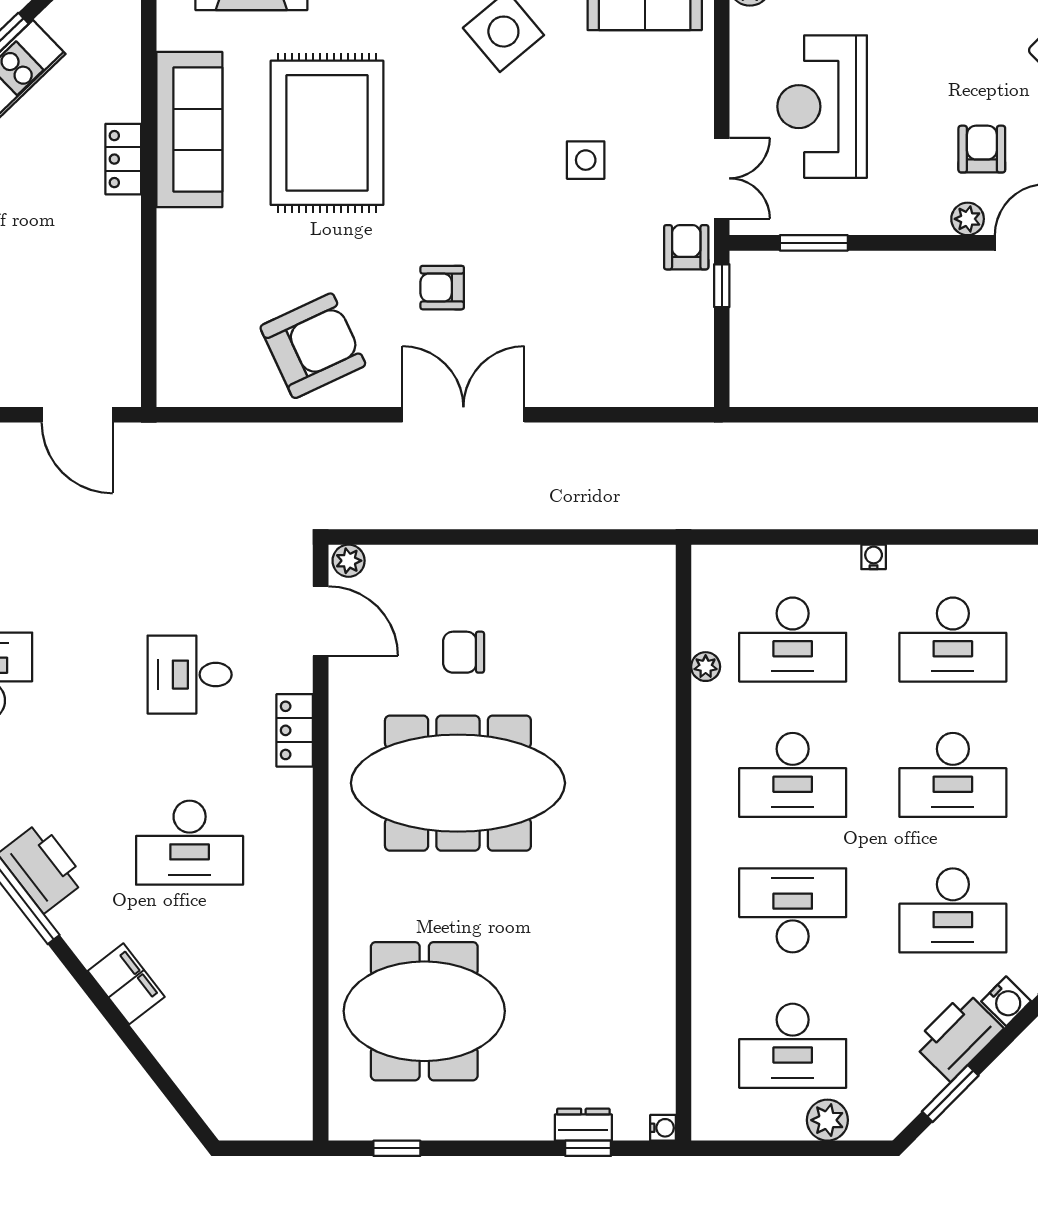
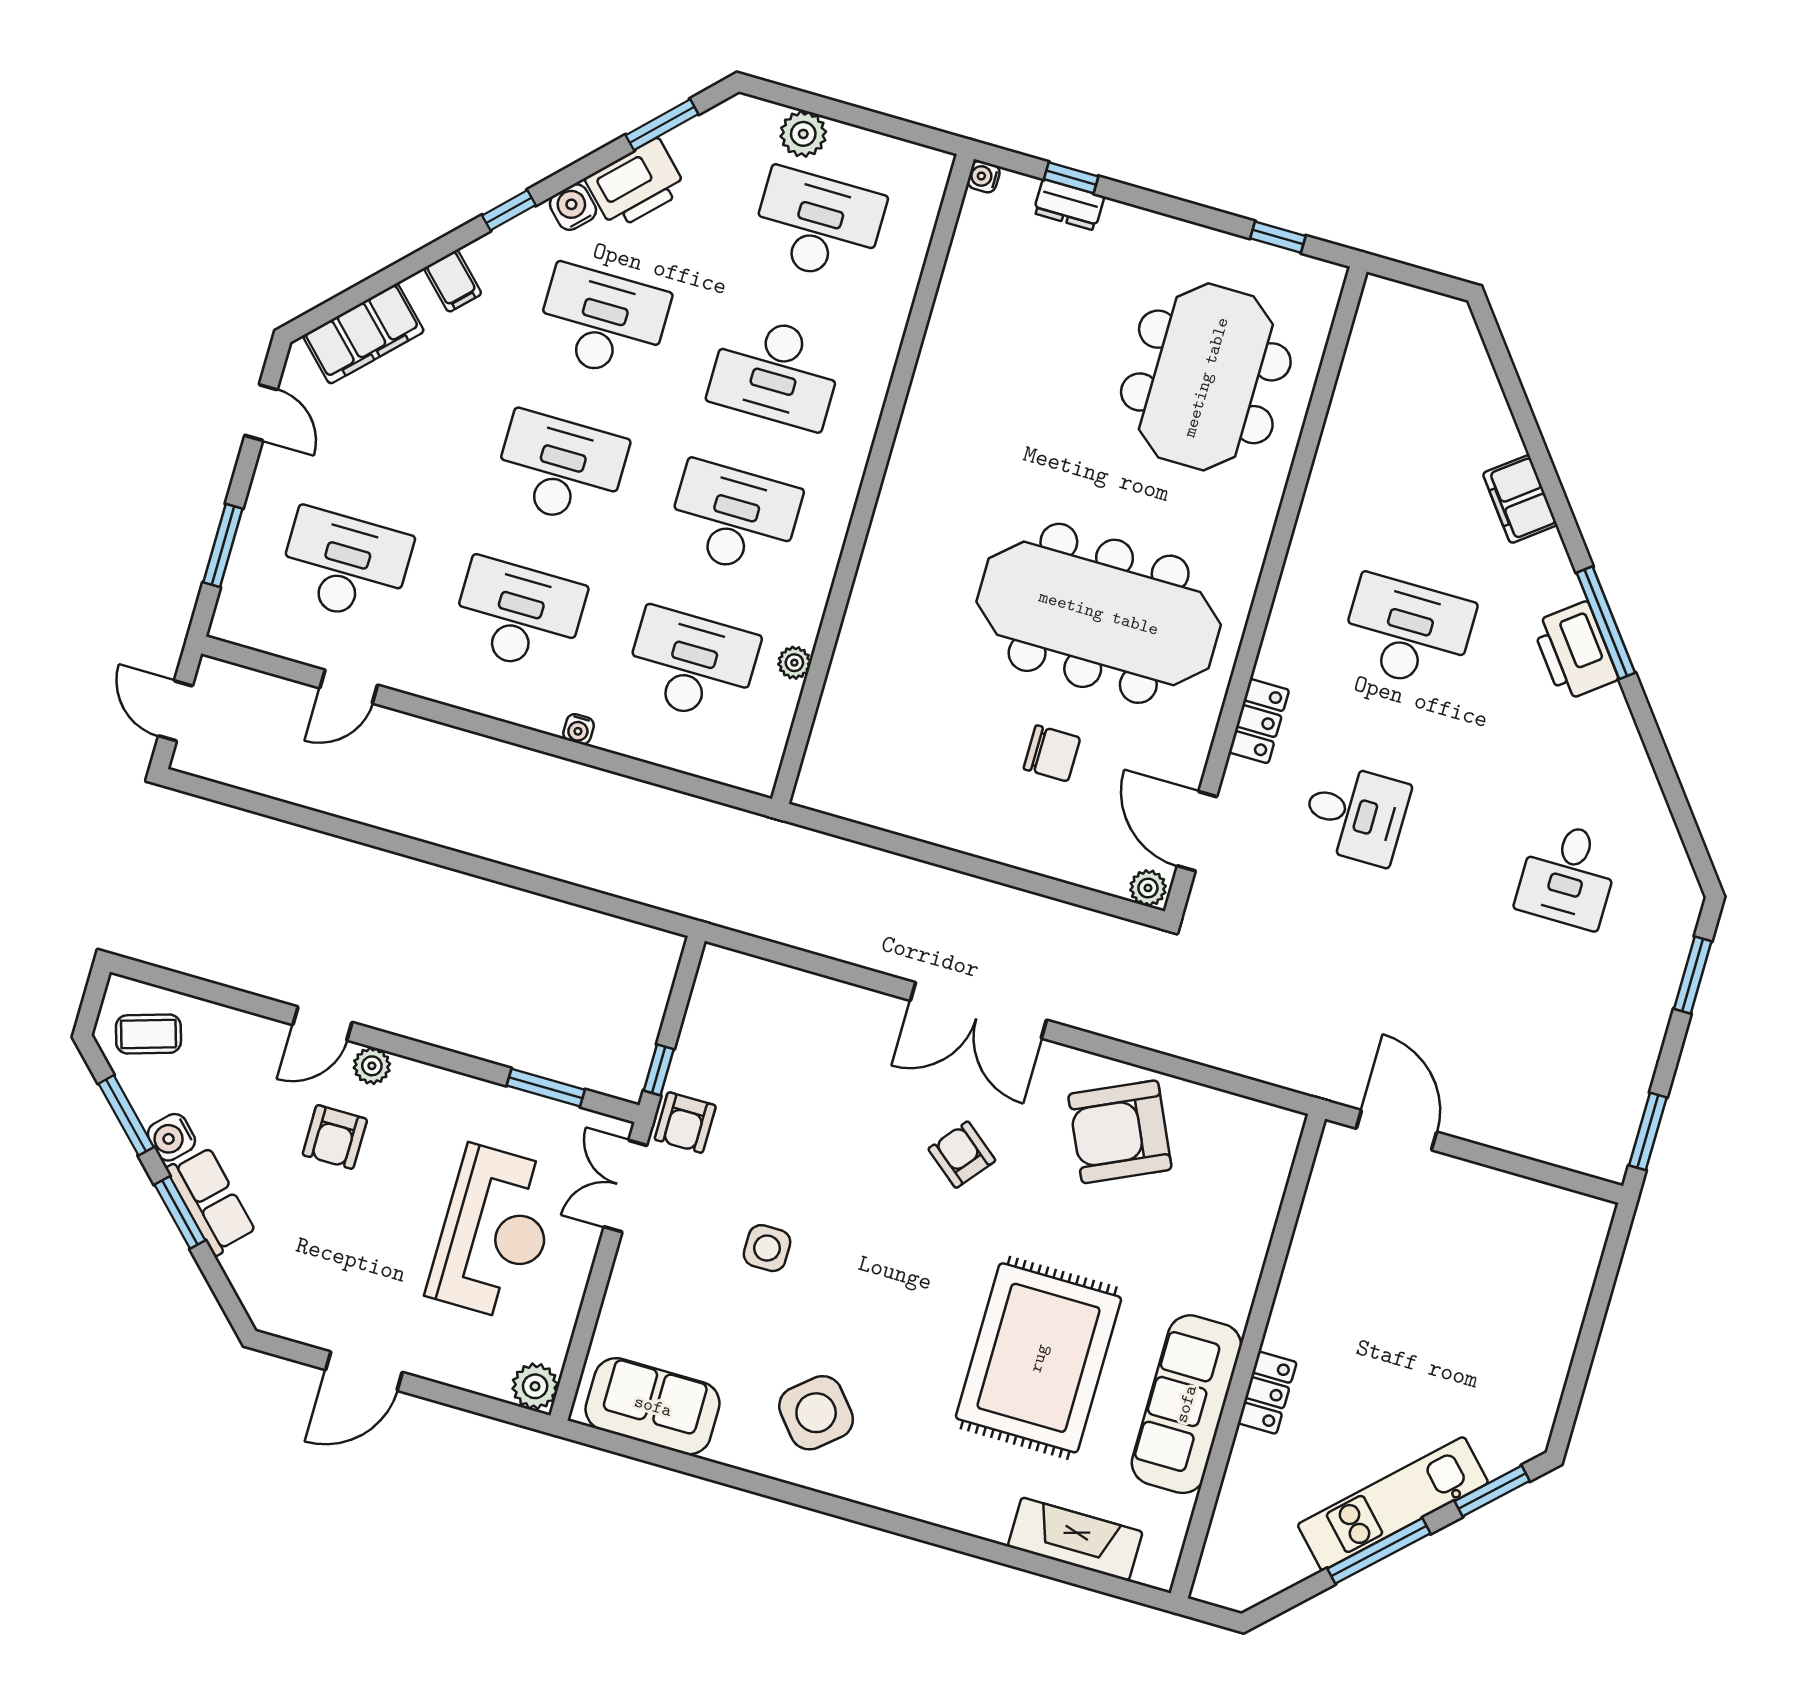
armchair: (442, 288) -> (962, 1155), turned -141
meeting table: (424, 1011) -> (1206, 377), turned 90

